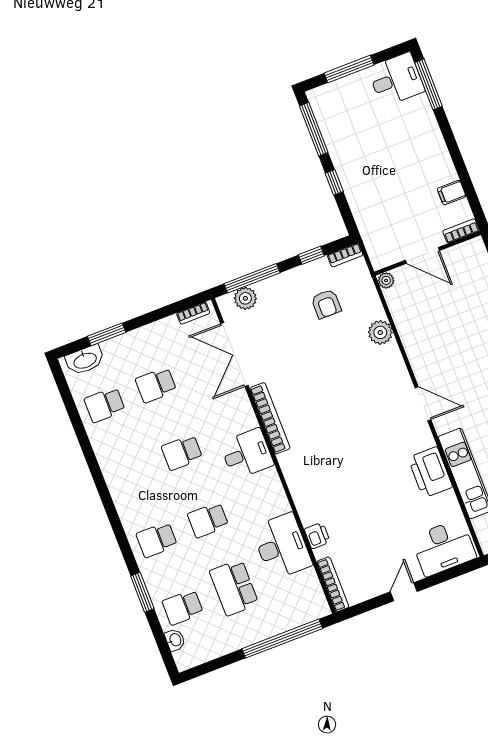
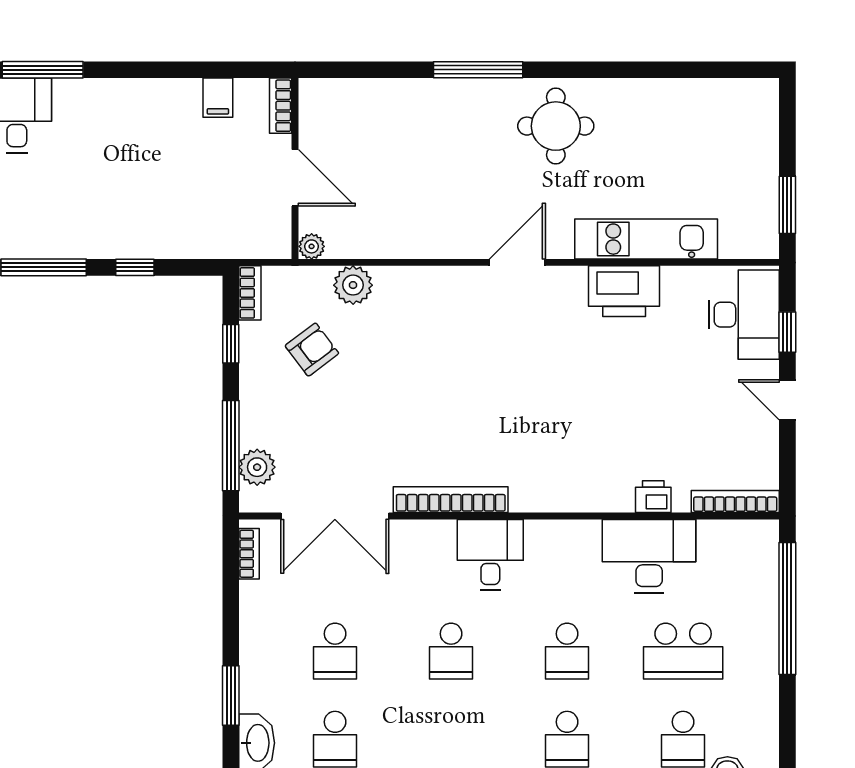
door: (422, 255) -> (295, 178), hinge flipped
armchair: (326, 304) -> (312, 350), turned -37
plant: (380, 332) -> (353, 285), moved
window: (443, 577) -> (787, 332), added

